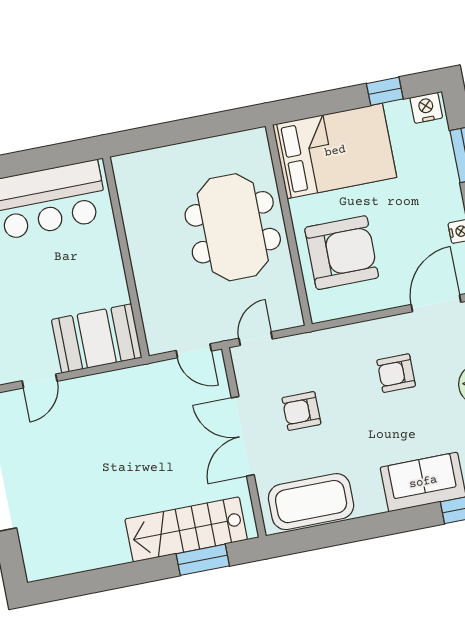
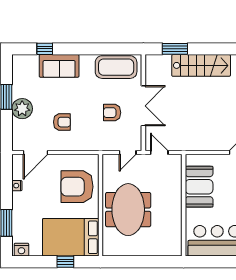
window: (385, 91) -> (65, 262), moved
booth: (97, 338) -> (199, 187), moved, turned 90
armchair: (301, 411) -> (112, 113), turned 180
stairs: (186, 529) -> (201, 65), moved

